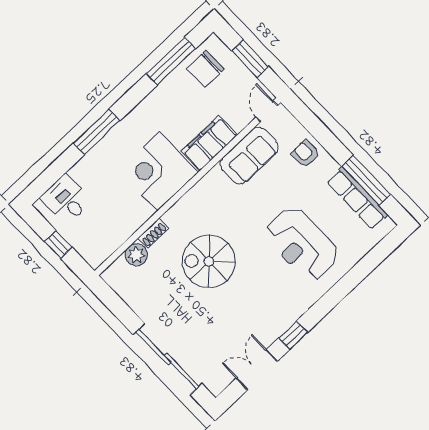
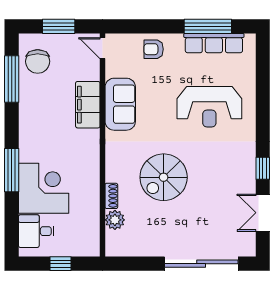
sofa: (249, 155) -> (120, 104), moved
corner desk: (158, 171) -> (44, 188), moved, turned 180

